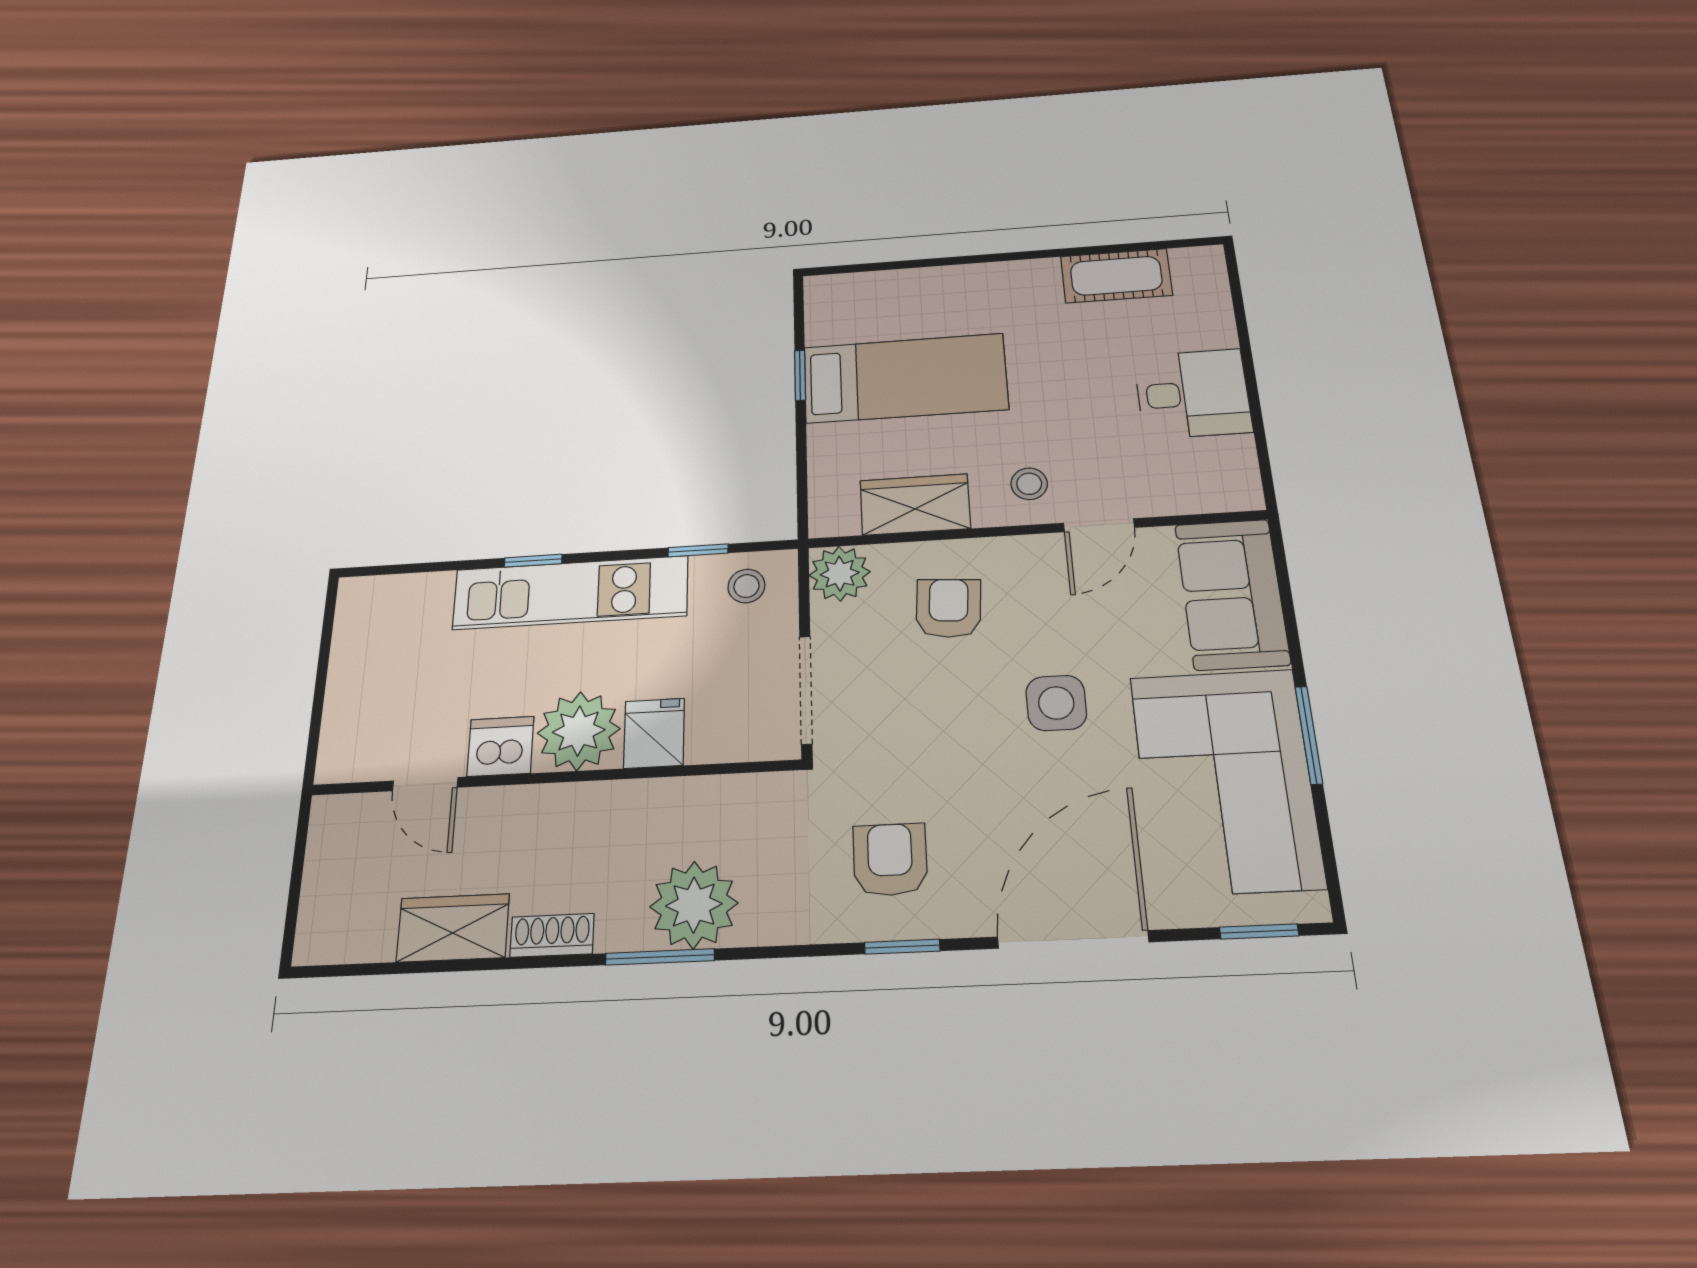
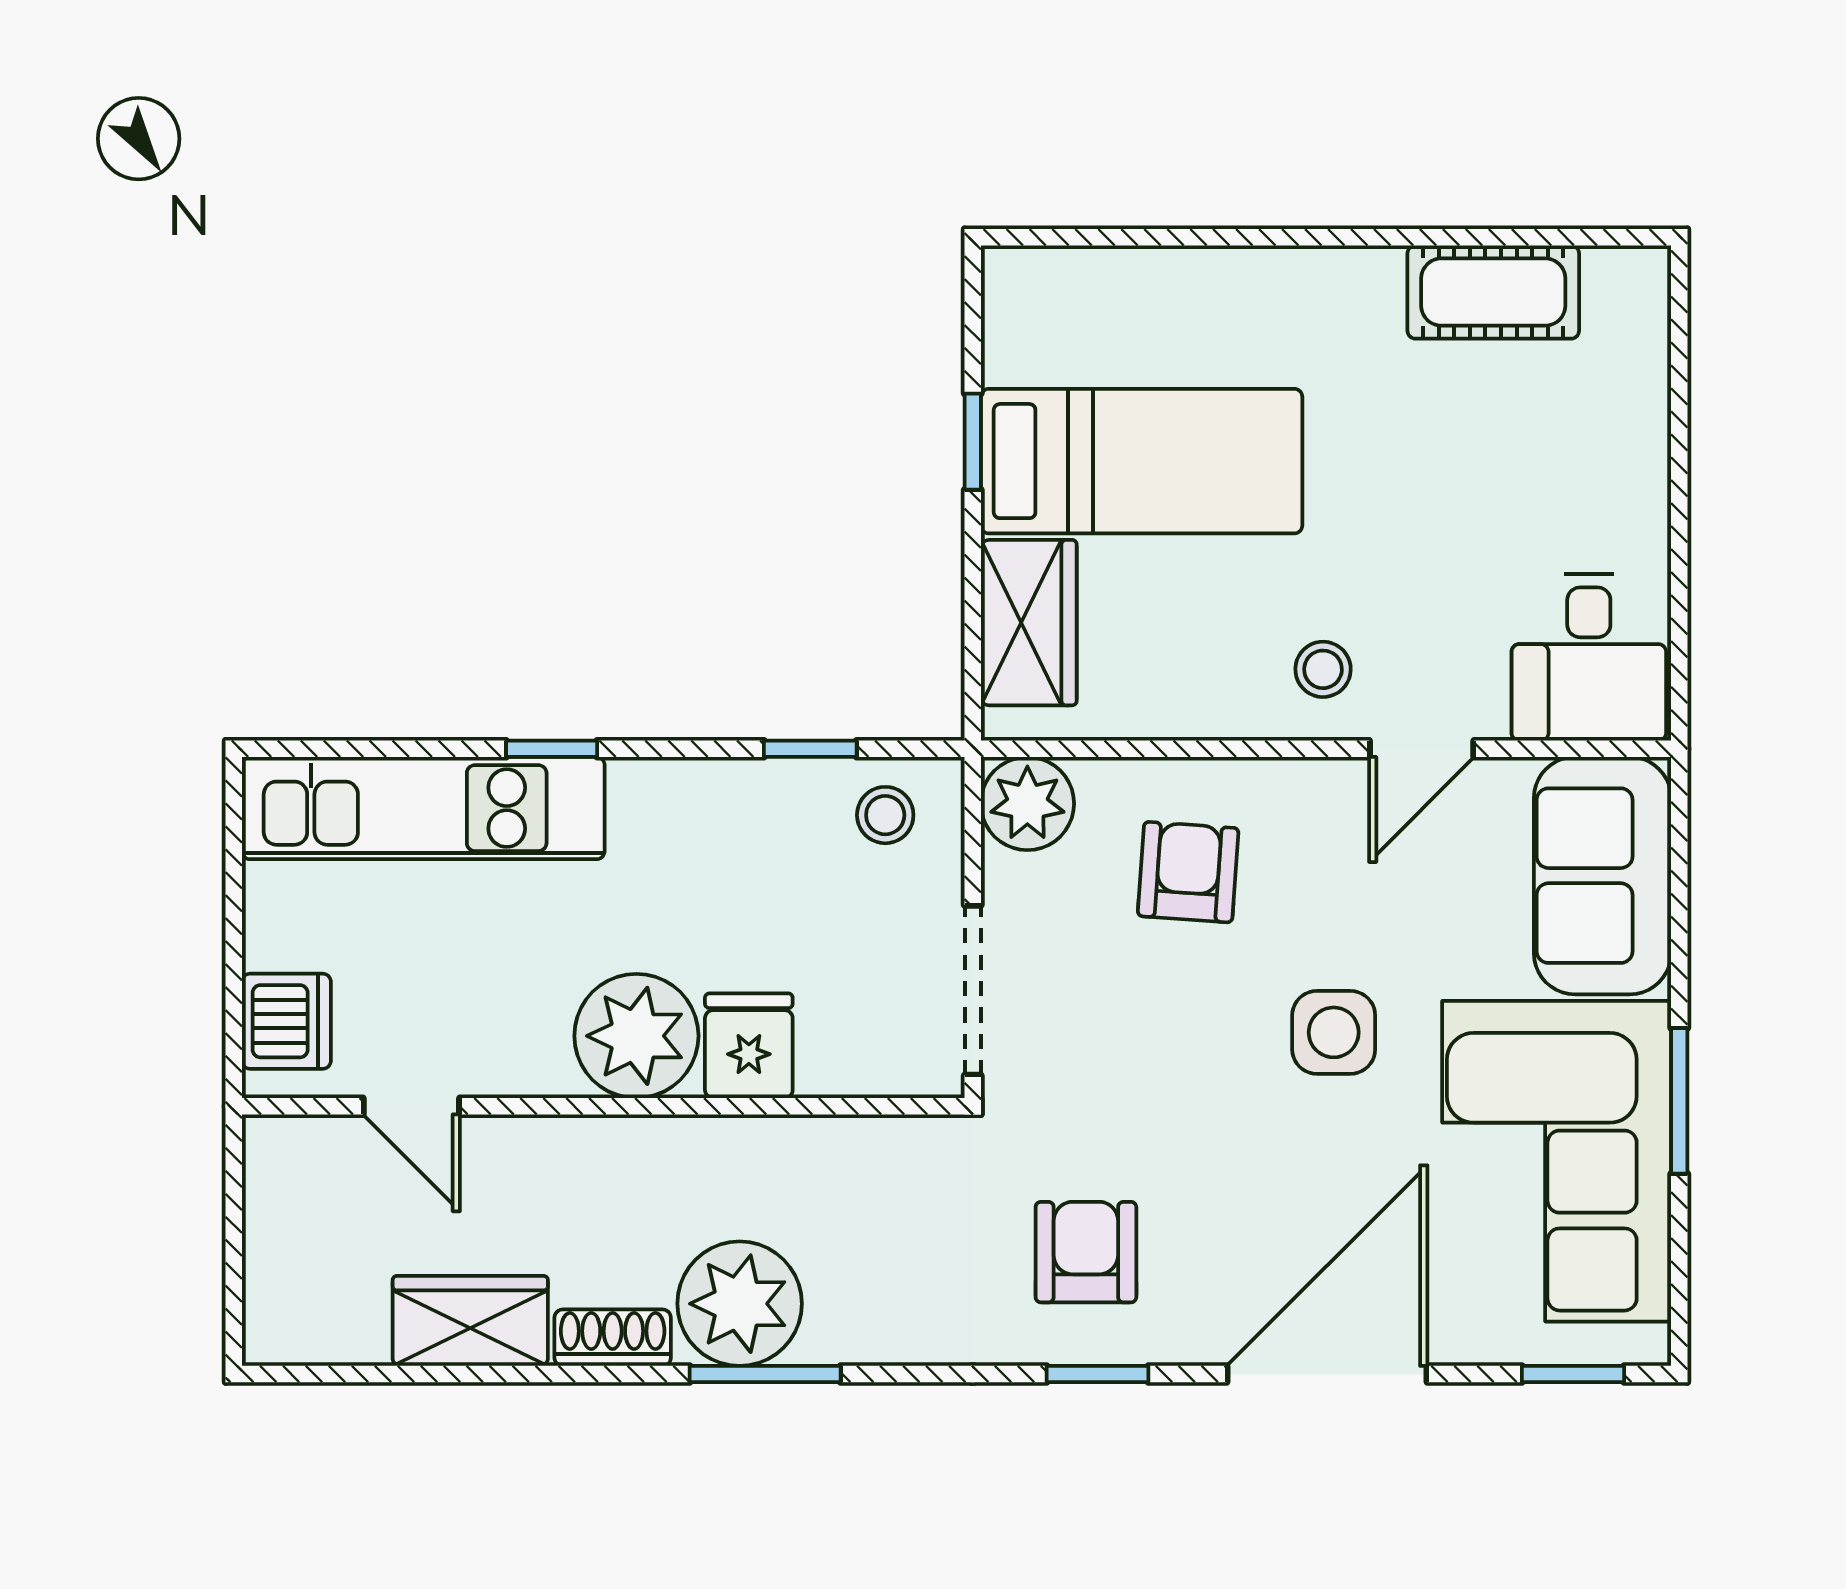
desk: (1193, 394) -> (1589, 657), moved, turned 90
wardrobe: (915, 504) -> (1029, 623), moved, turned 90
kitchen unit: (570, 593) -> (423, 808), moved
dishwasher: (500, 746) -> (286, 1021), moved, turned 90
plant: (694, 905) -> (740, 1304), moved

